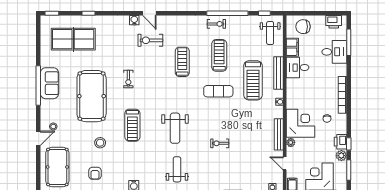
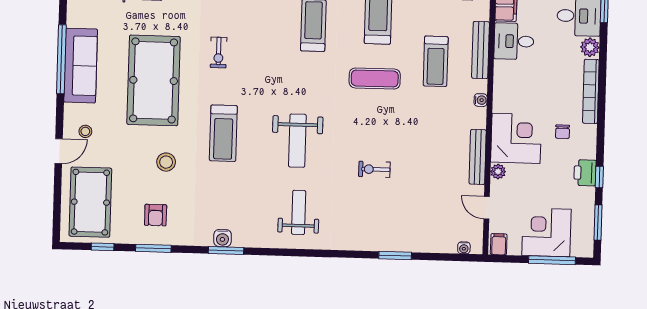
treadmill: (253, 80) -> (436, 61), width x0.73, depth x0.73
sofa: (49, 83) -> (81, 66), width x1.36
plant: (341, 156) -> (590, 47), moved

